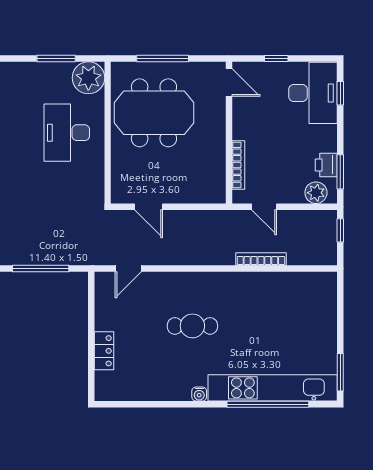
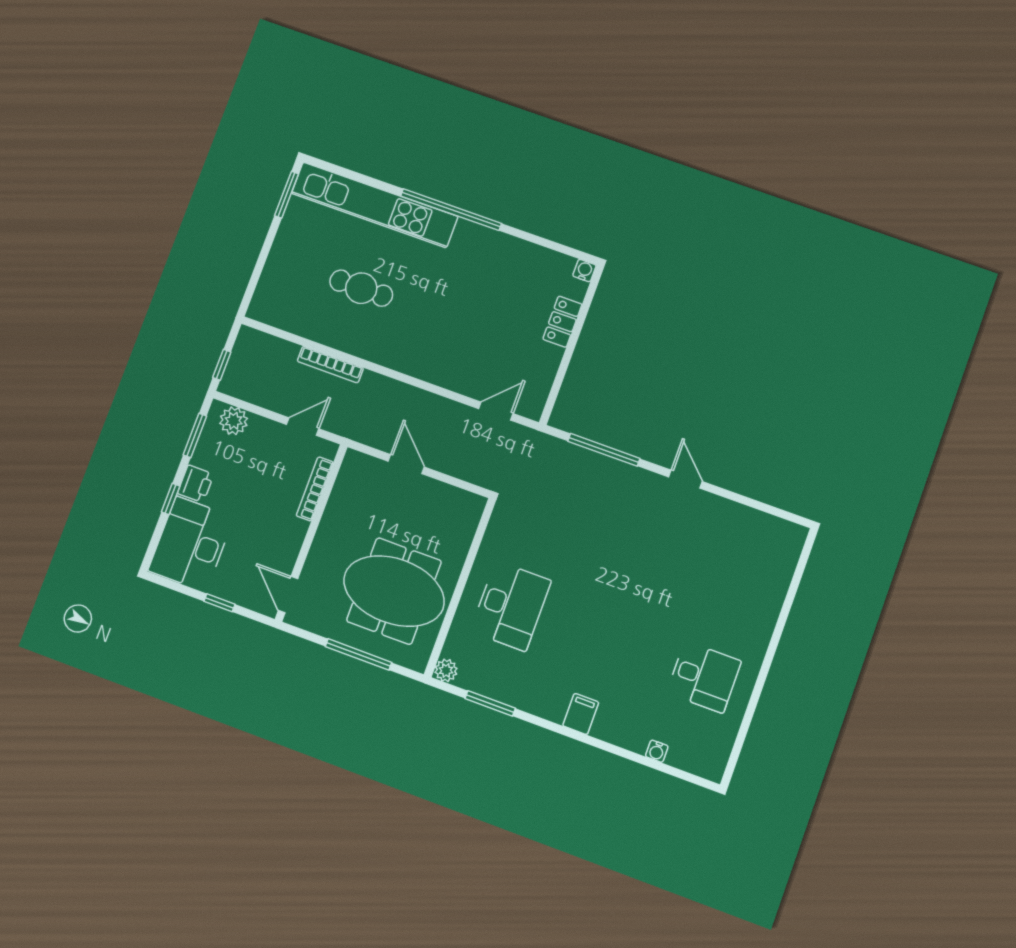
plant: (88, 78) -> (446, 670), width x0.53, depth x0.53
window: (340, 93) -> (171, 499), moved
printer: (326, 165) -> (196, 484), moved
door: (149, 207) -> (406, 464), moved
door: (264, 207) -> (303, 427), hinge flipped
cafe table: (192, 326) -> (361, 288), moved
water cooler: (199, 394) -> (584, 271), moved
window: (268, 404) -> (451, 210), moved

